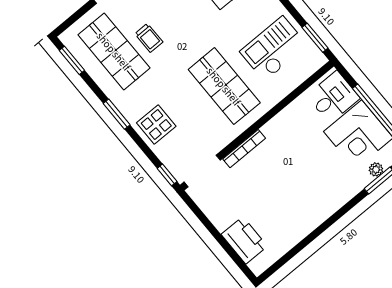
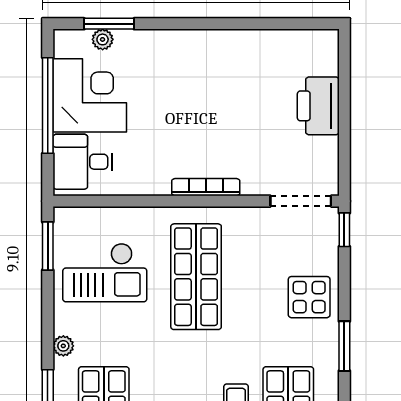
bookcase: (244, 149) -> (206, 187), moved
printer: (244, 240) -> (318, 106), moved

